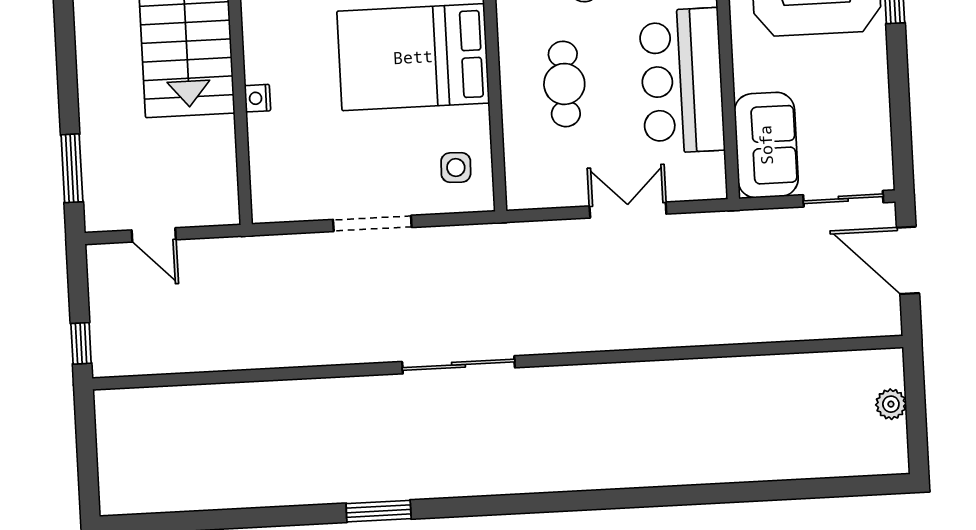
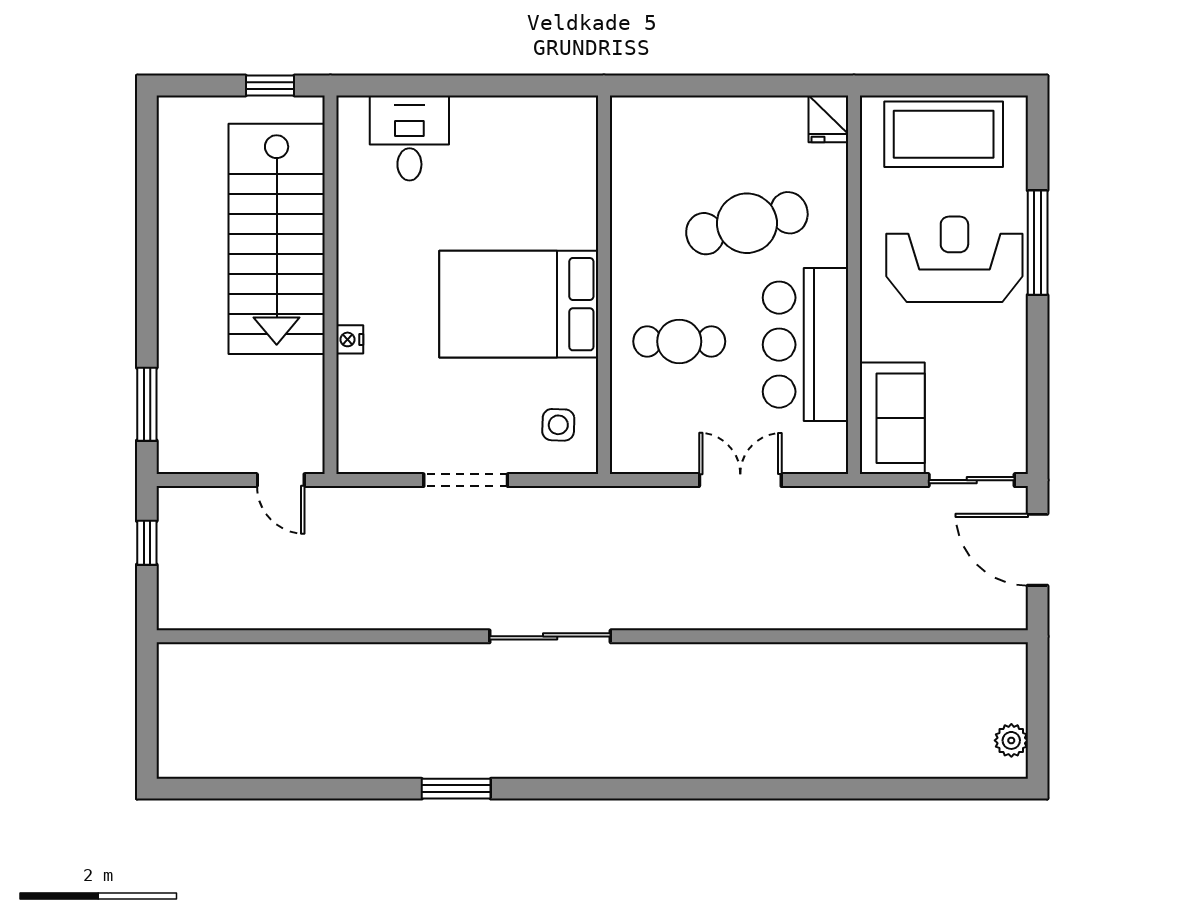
cafe table: (564, 84) -> (679, 341), turned 90
door: (154, 235) -> (281, 480), moved
window: (81, 343) -> (147, 543), moved
plant: (891, 404) -> (1011, 740), moved

